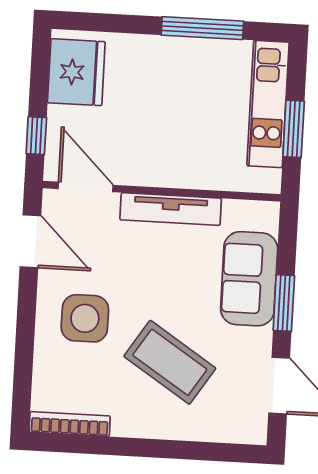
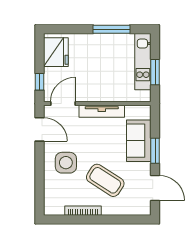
door: (86, 187) -> (63, 104), hinge flipped
bookcase: (70, 424) -> (83, 211), moved

